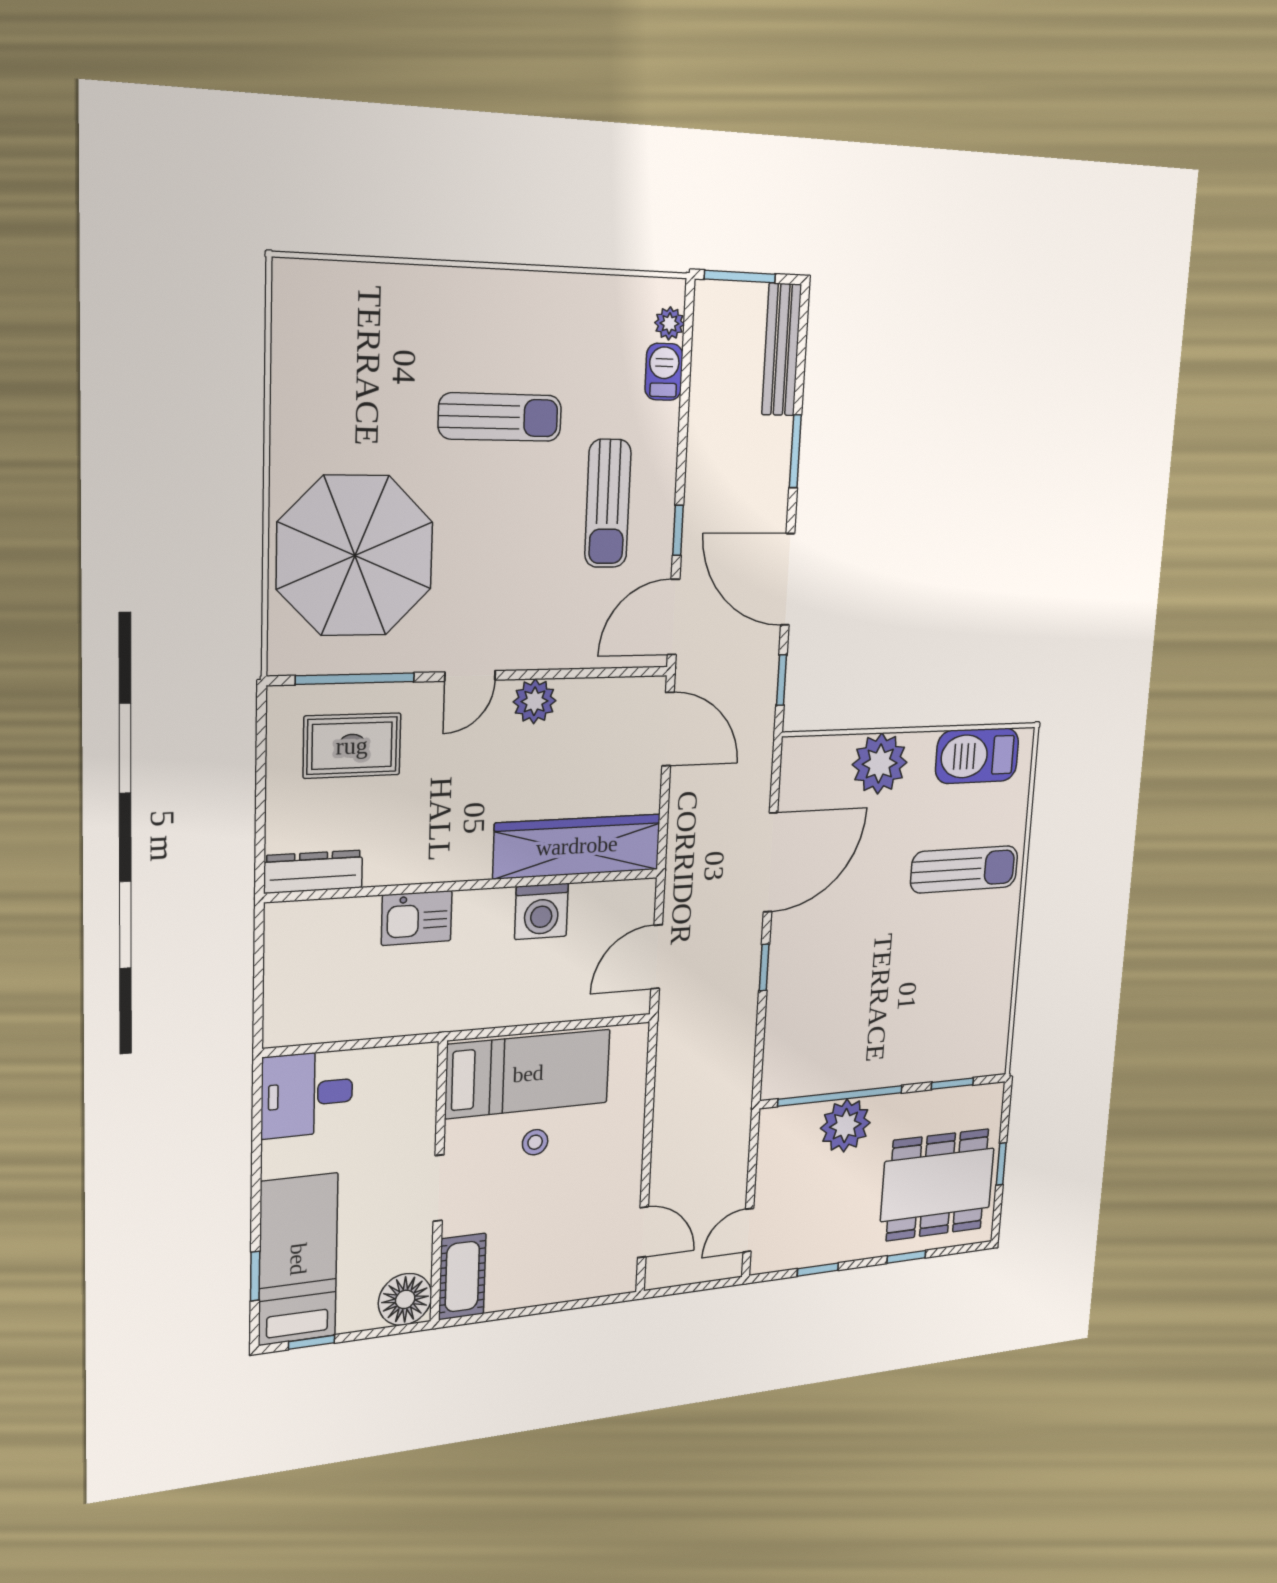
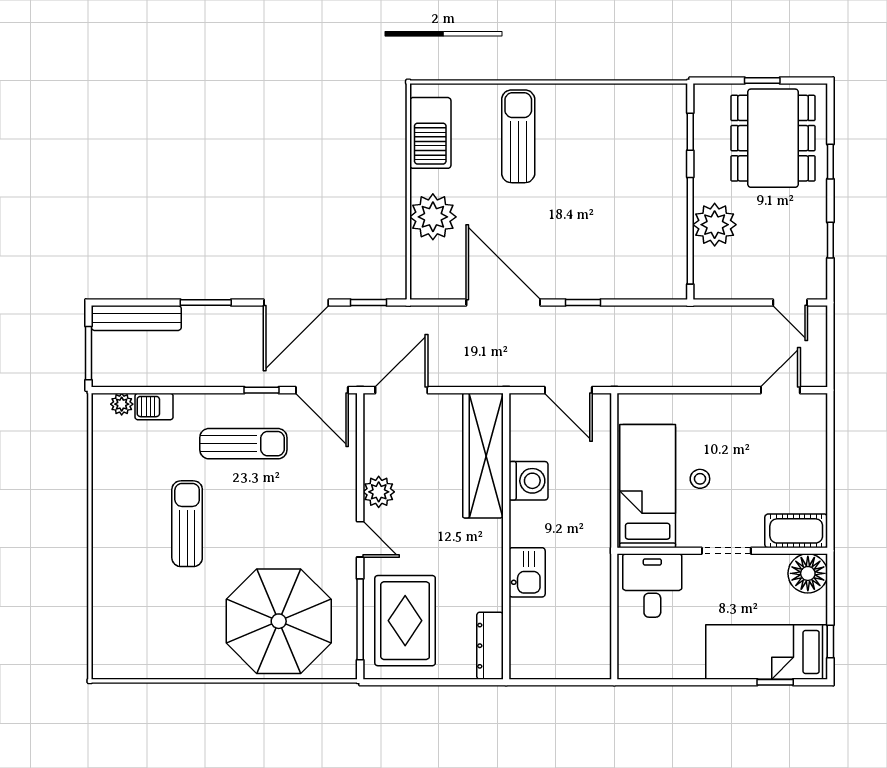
rug: (352, 746) -> (405, 621), width x1.36, depth x1.43
desk: (307, 1094) -> (652, 586), moved, turned 180

